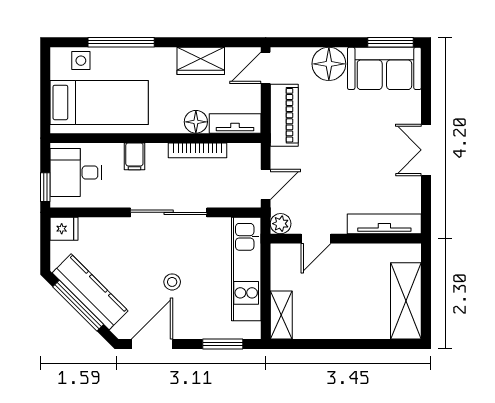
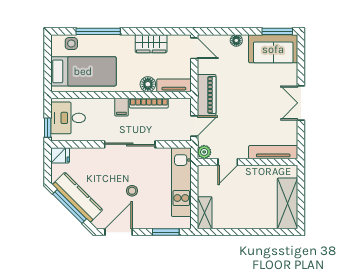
floor lamp: (329, 64) -> (236, 40), width x0.53, depth x0.53
door: (266, 68) -> (194, 48), swing flipped
piano: (284, 115) -> (207, 95), moved
filing cabinet: (134, 156) -> (121, 107), moved

